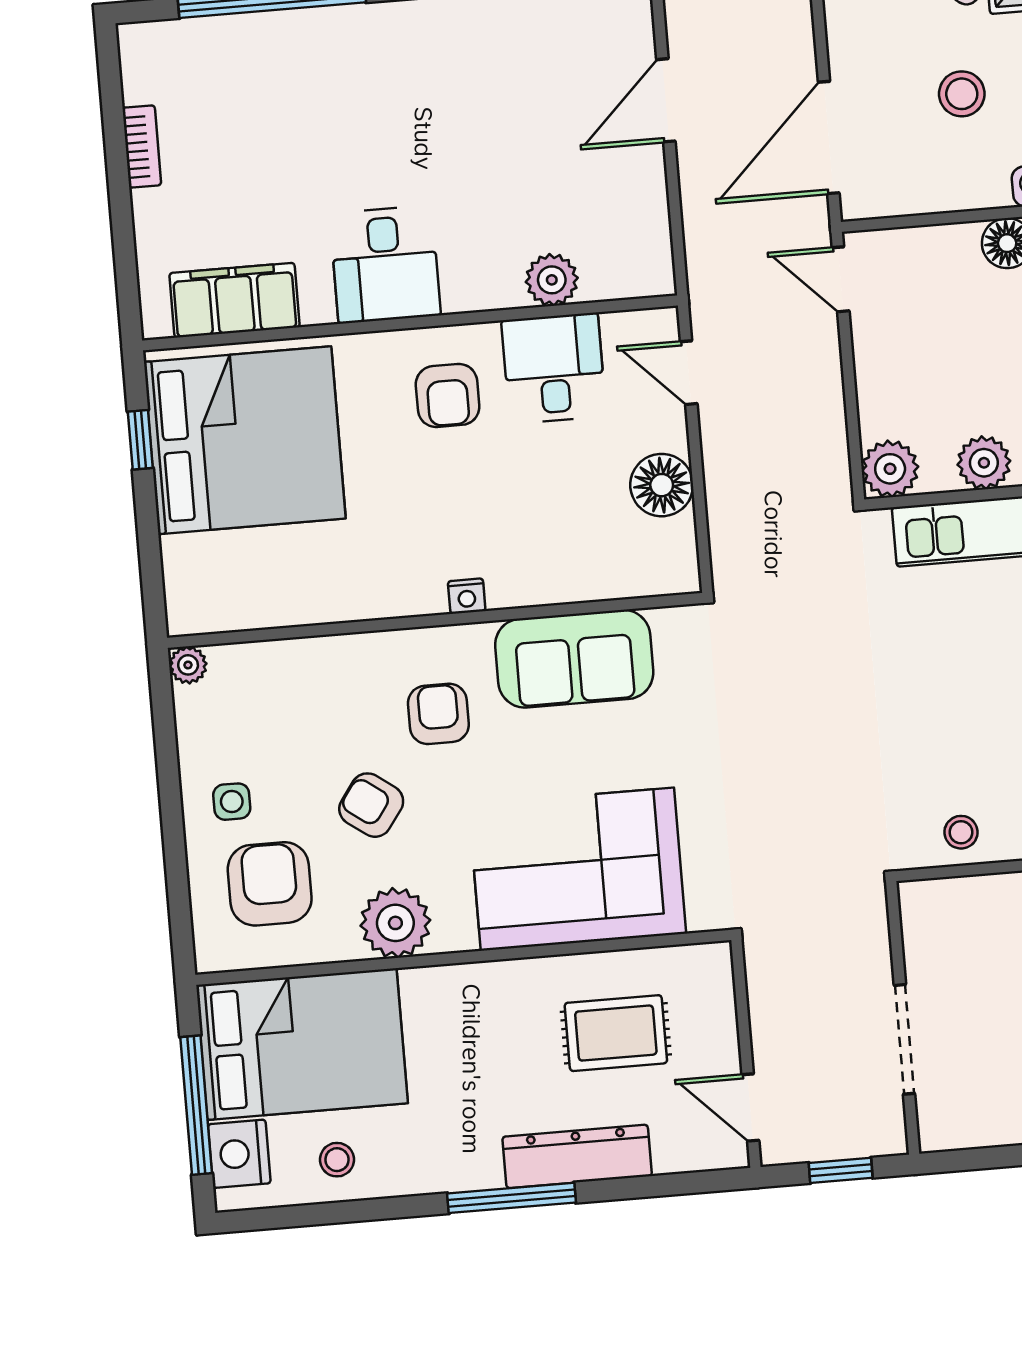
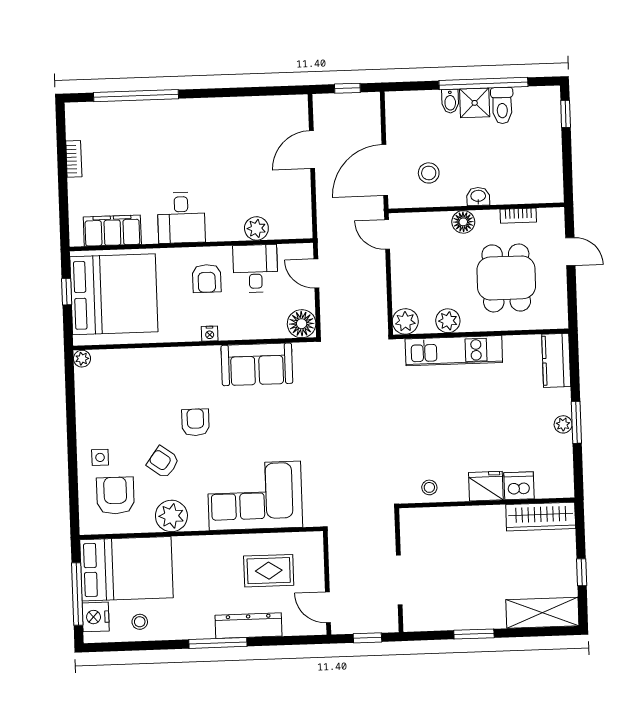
stool: (962, 94) -> (429, 173), moved
nightstand: (467, 596) -> (210, 334), moved
wall: (435, 620) -> (195, 344), moved
sofa: (574, 659) -> (257, 364), moved
plant: (188, 665) -> (82, 359), moved

